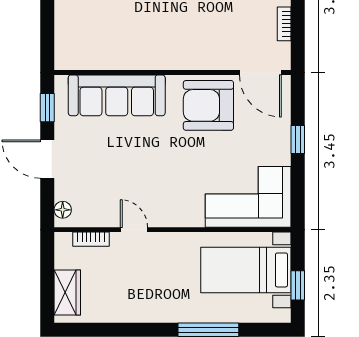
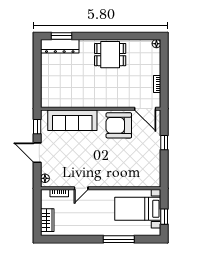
corner sofa: (248, 197) -> (139, 172), removed
door: (134, 230) -> (81, 188), swing flipped

